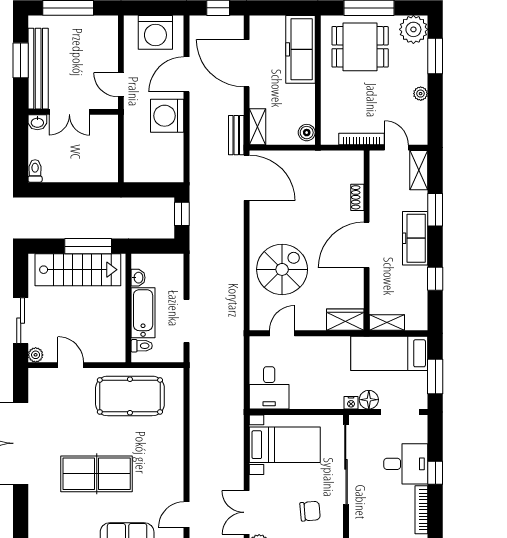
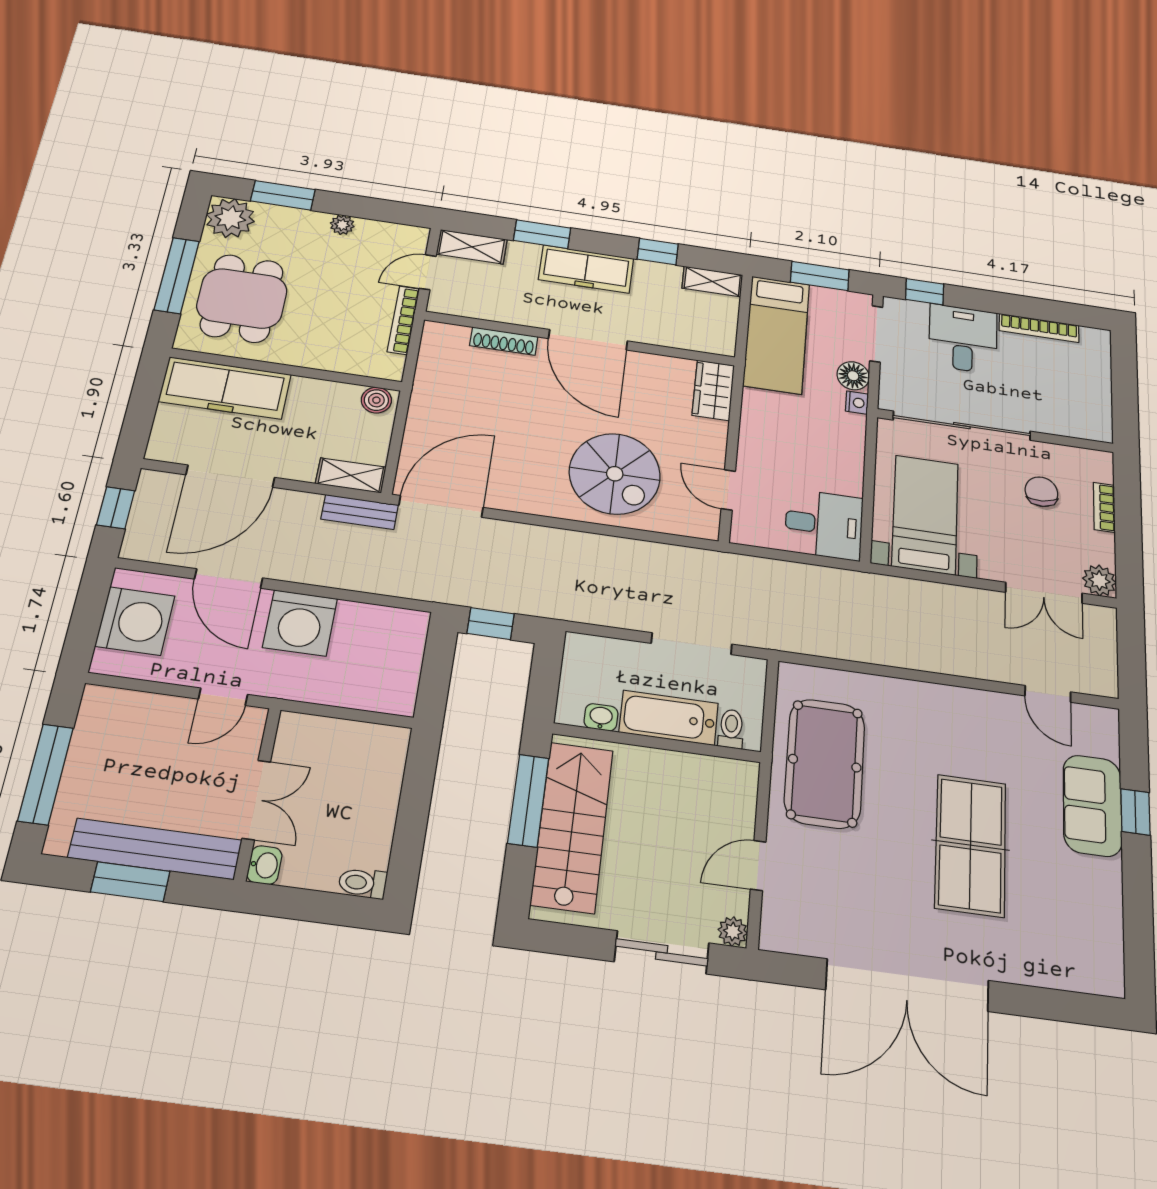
shoe rack: (357, 197) -> (504, 341), width x1.43
spiral stairs: (282, 269) -> (615, 474), turned 180
shelving: (387, 323) -> (712, 281), moved, turned 90
window: (435, 473) -> (925, 292), moved

